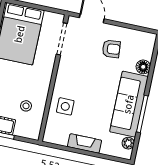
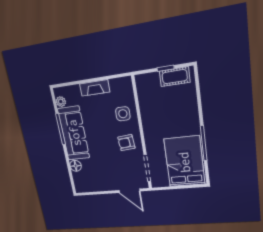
armchair: (111, 49) -> (126, 143), moved
stool: (26, 106) -> (157, 102), removed

